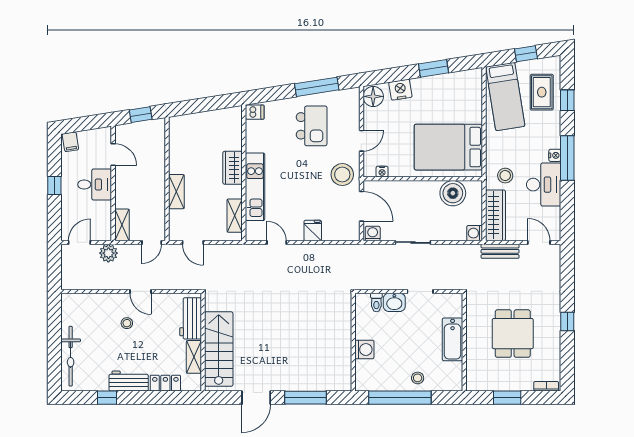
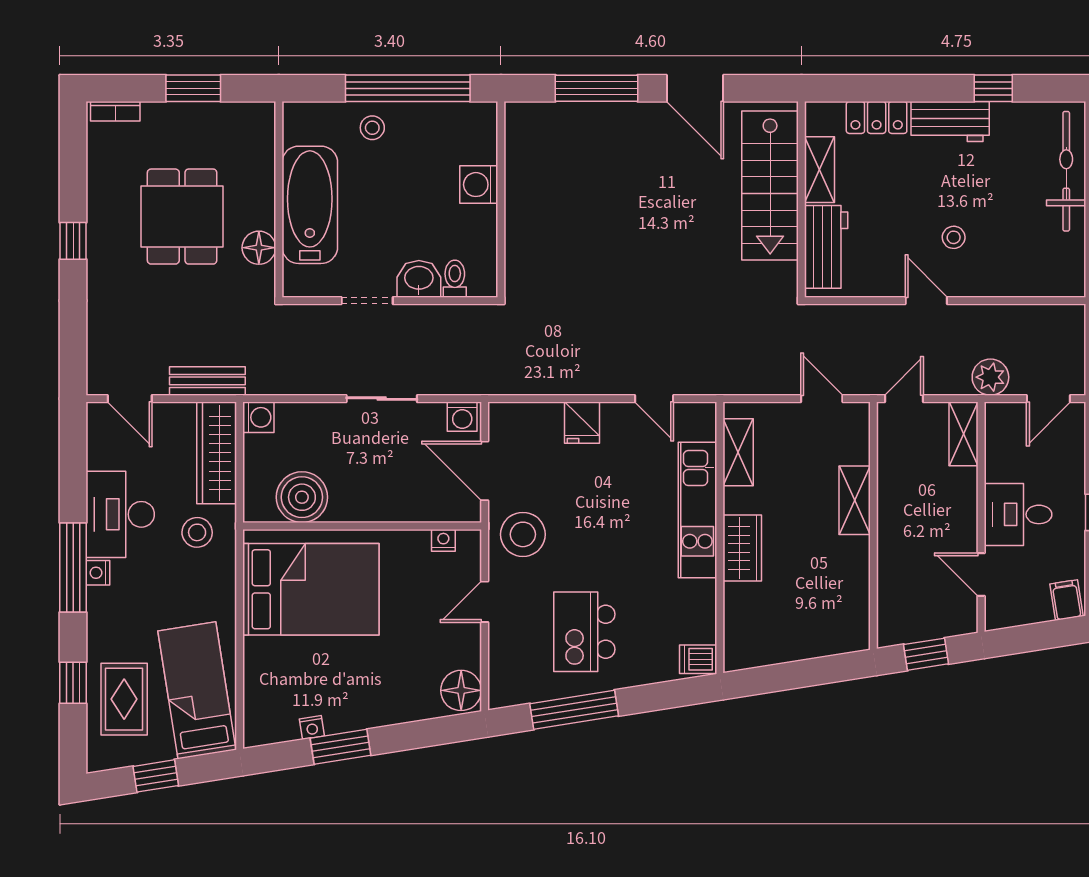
nightstand: (400, 90) -> (312, 727), moved, width x0.53, depth x0.56
floor lamp: (474, 318) -> (259, 248), added
bathtub: (453, 339) -> (310, 205), width x1.36, depth x1.36
door: (256, 398) -> (695, 88), swing flipped

